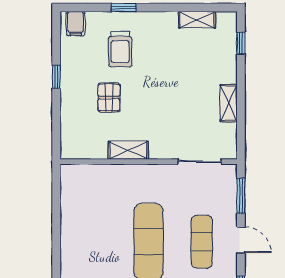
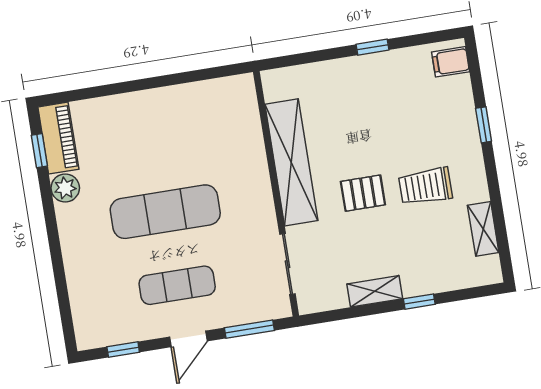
window: (241, 43) -> (419, 302), moved
trolley: (120, 49) -> (425, 186), moved
pallet: (109, 98) -> (363, 193), moved
shelving: (128, 150) -> (291, 162), width x2.20, depth x1.33

